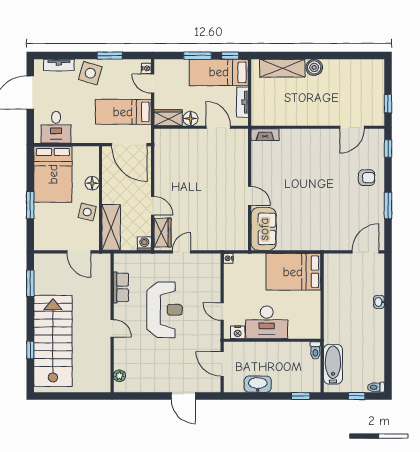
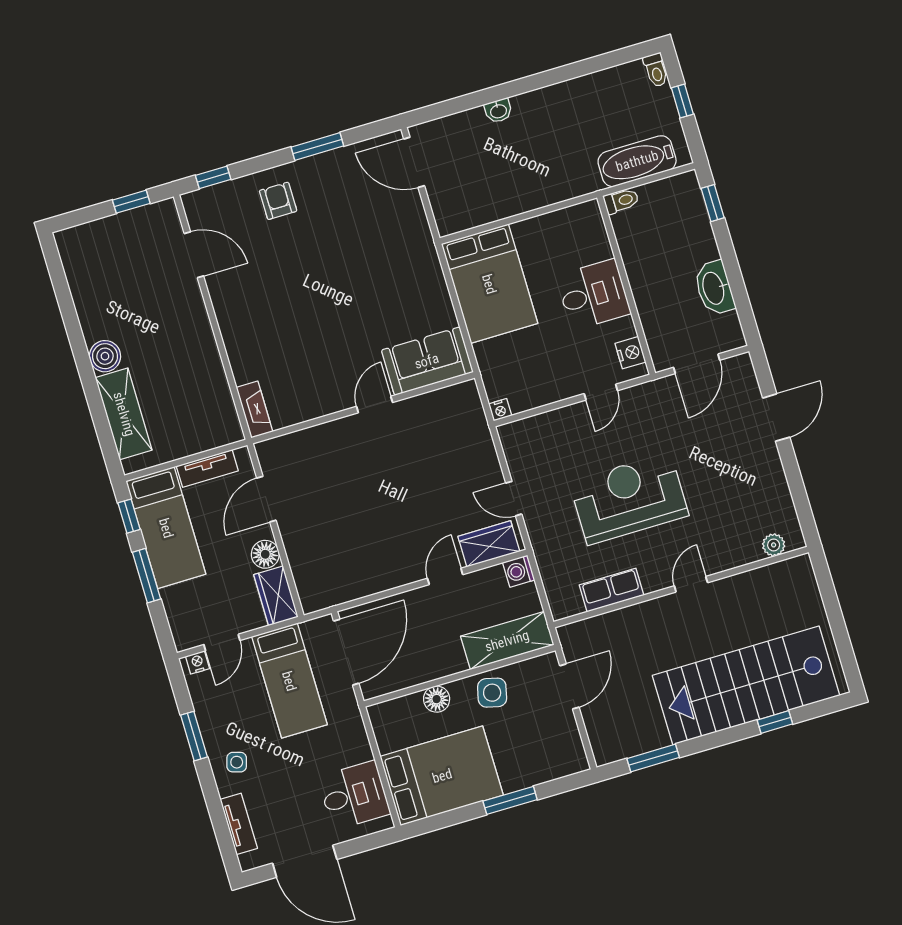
side table: (90, 73) -> (237, 762), width x0.54, depth x0.54
desk: (267, 322) -> (593, 295), width x0.73

